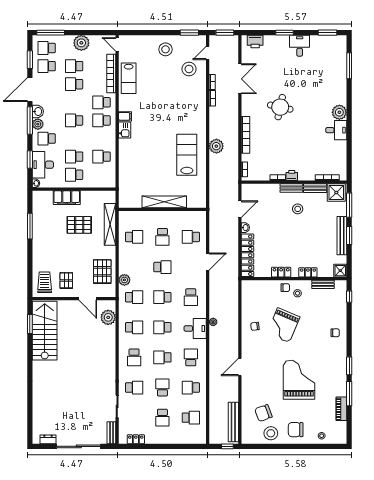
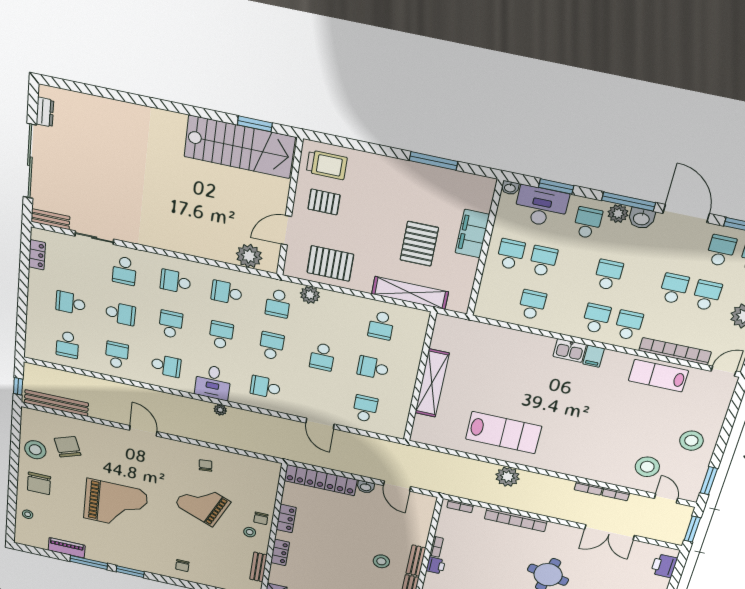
school desk: (134, 327) -> (227, 292), turned 90
chair: (296, 430) -> (39, 483), turned 180

